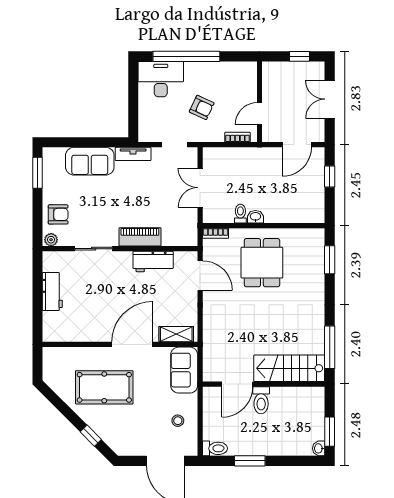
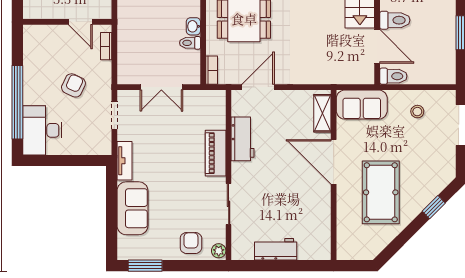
toilet: (215, 448) -> (393, 76), moved, turned 90

